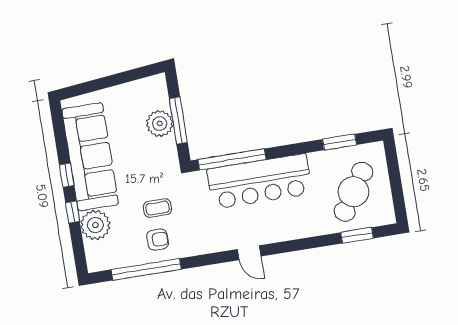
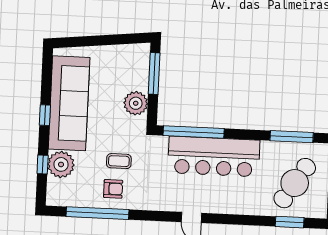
window: (178, 121) -> (154, 73), moved
plant: (160, 124) -> (136, 103), moved
window: (340, 142) -> (292, 137), width x1.44
window: (73, 212) -> (43, 165), moved

